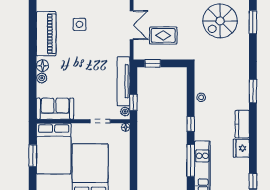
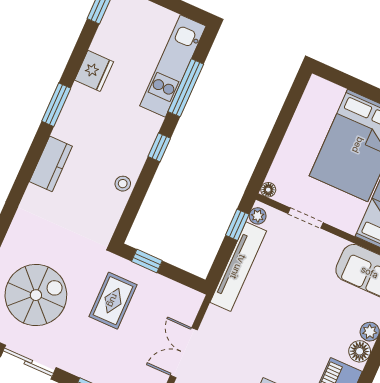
rug: (163, 35) -> (113, 301), moved, turned 90
window: (153, 63) -> (147, 261), moved
window: (253, 91) -> (56, 105), moved
kitchen counter: (242, 124) -> (51, 164), moved

